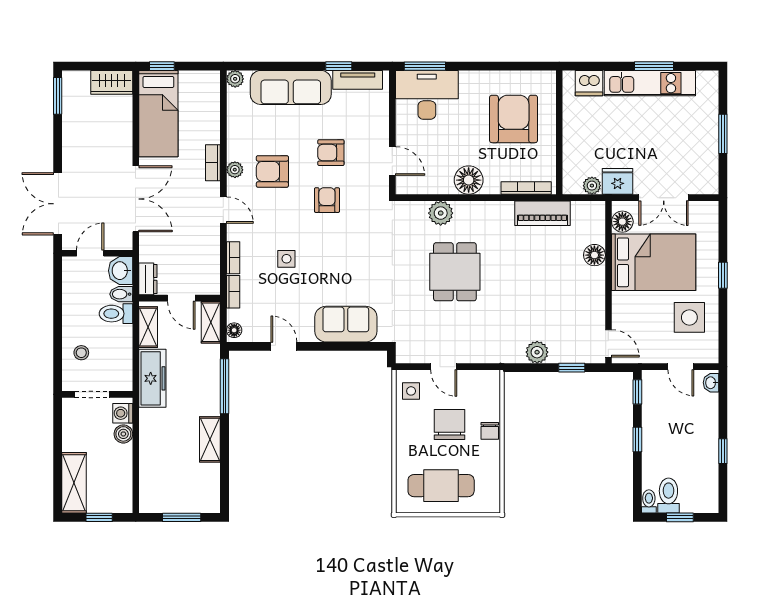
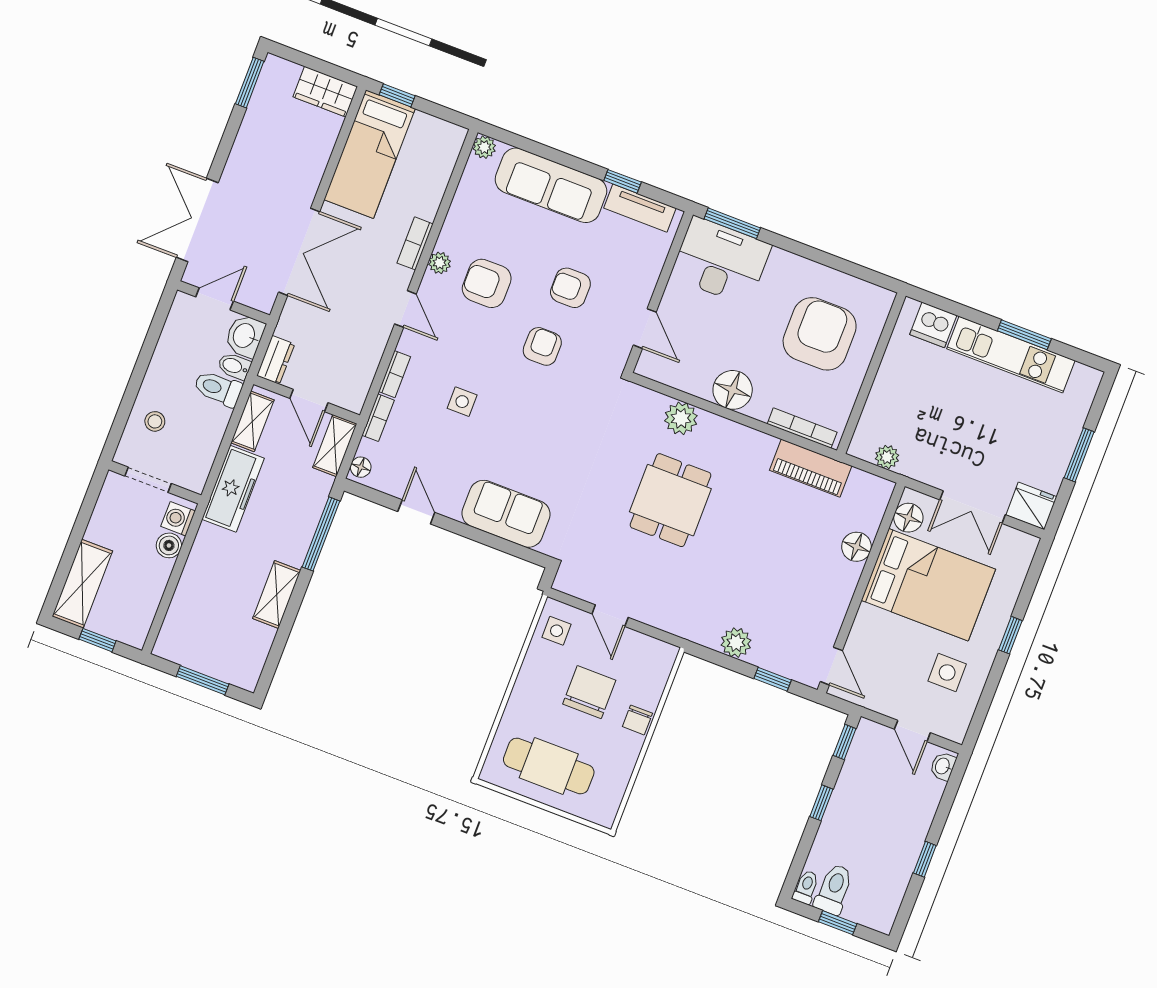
fridge: (618, 181) -> (1031, 506), moved
side table: (689, 317) -> (947, 672), width x0.73, depth x0.73

